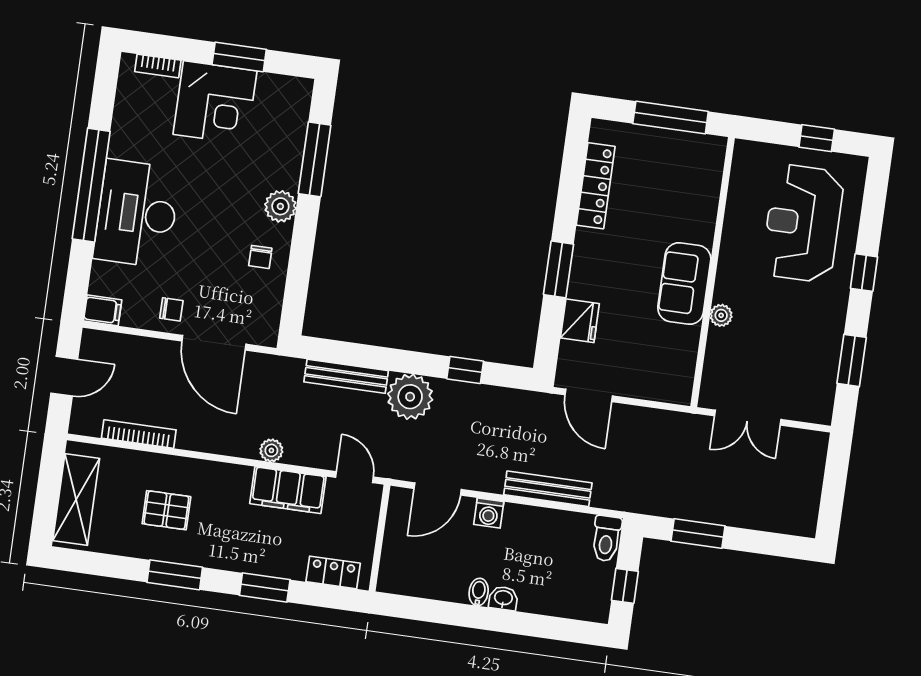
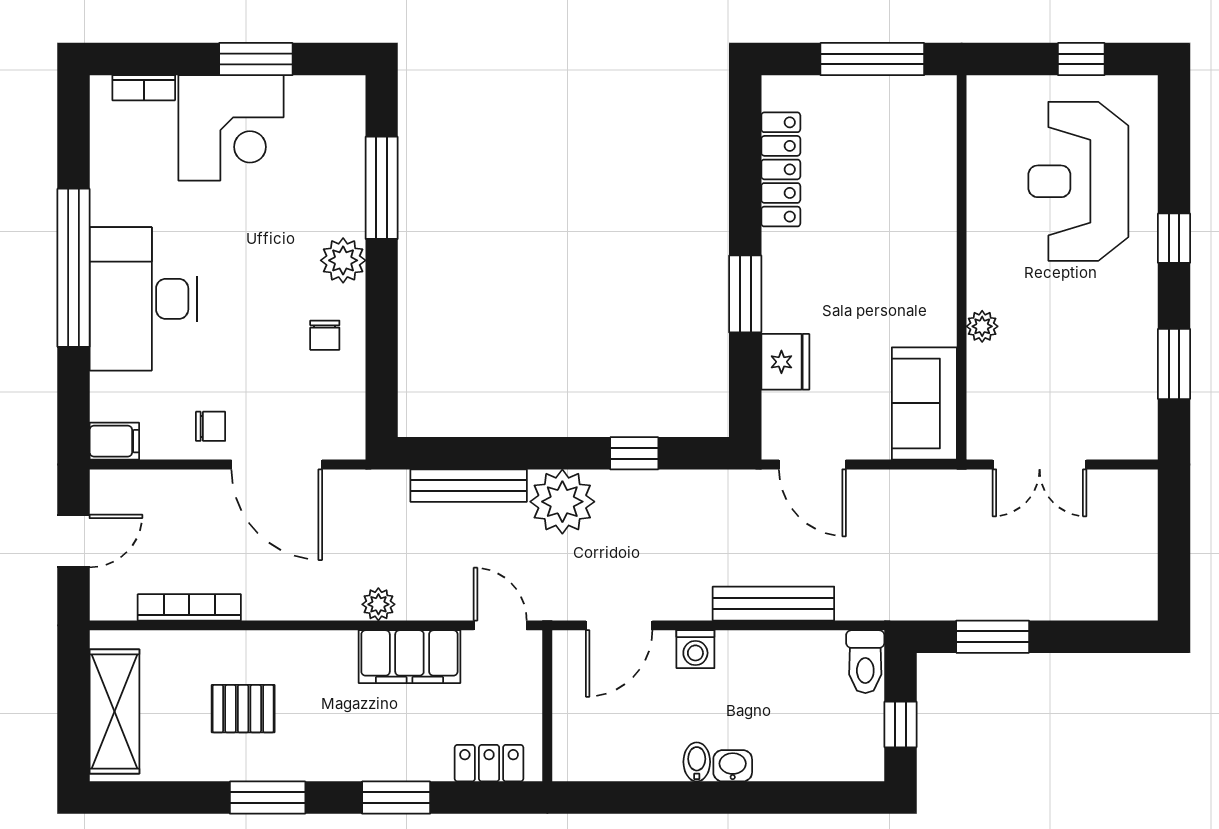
sofa: (684, 283) -> (924, 403), moved

